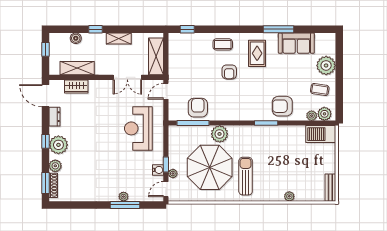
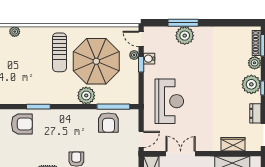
door: (166, 189) -> (141, 39), swing flipped
plant: (123, 197) -> (185, 36), width x1.87, depth x1.87

